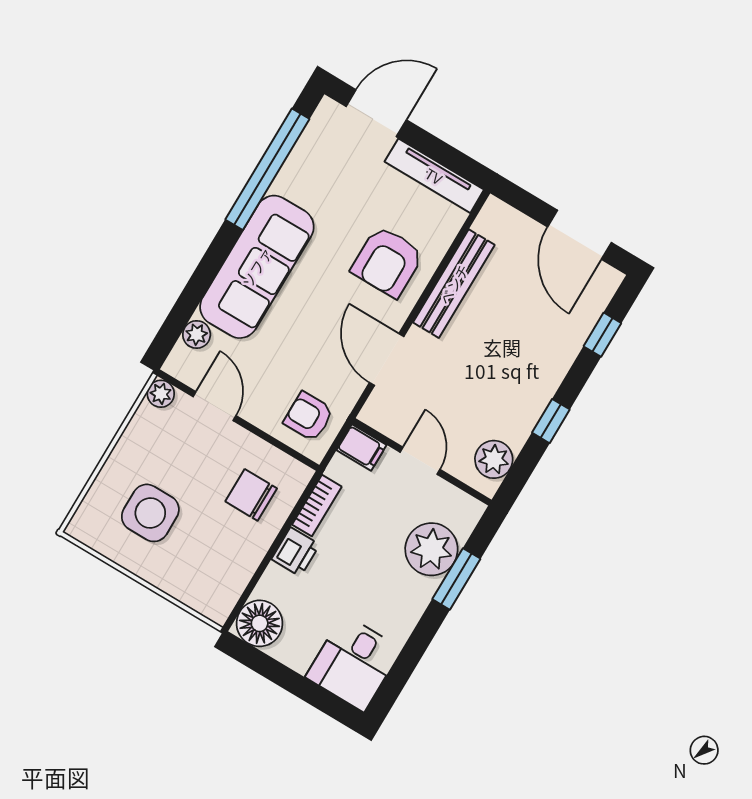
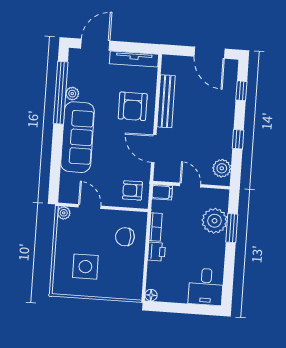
plant: (197, 334) -> (72, 94), moved
floor lamp: (260, 623) -> (151, 295), width x0.53, depth x0.53

